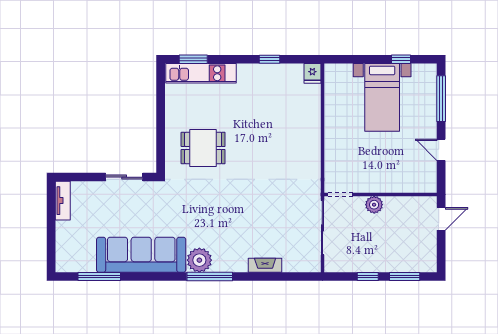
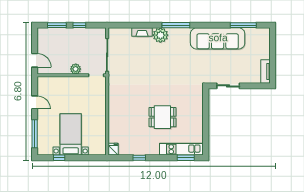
dining table: (203, 148) -> (162, 117), moved
door: (441, 219) -> (35, 60), swing flipped
plant: (199, 260) -> (160, 35), moved

